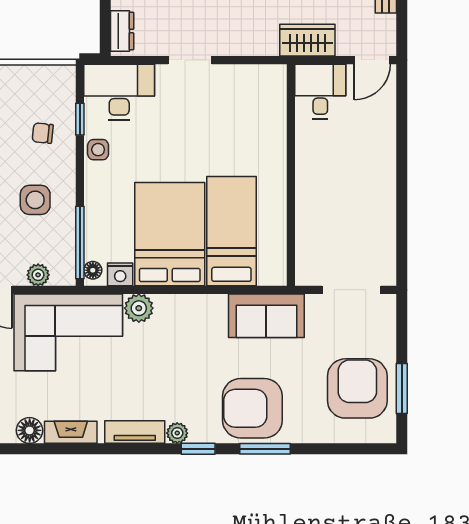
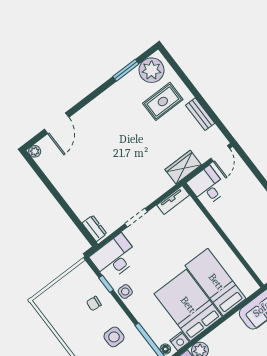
tv unit: (259, 75) -> (173, 200), added

